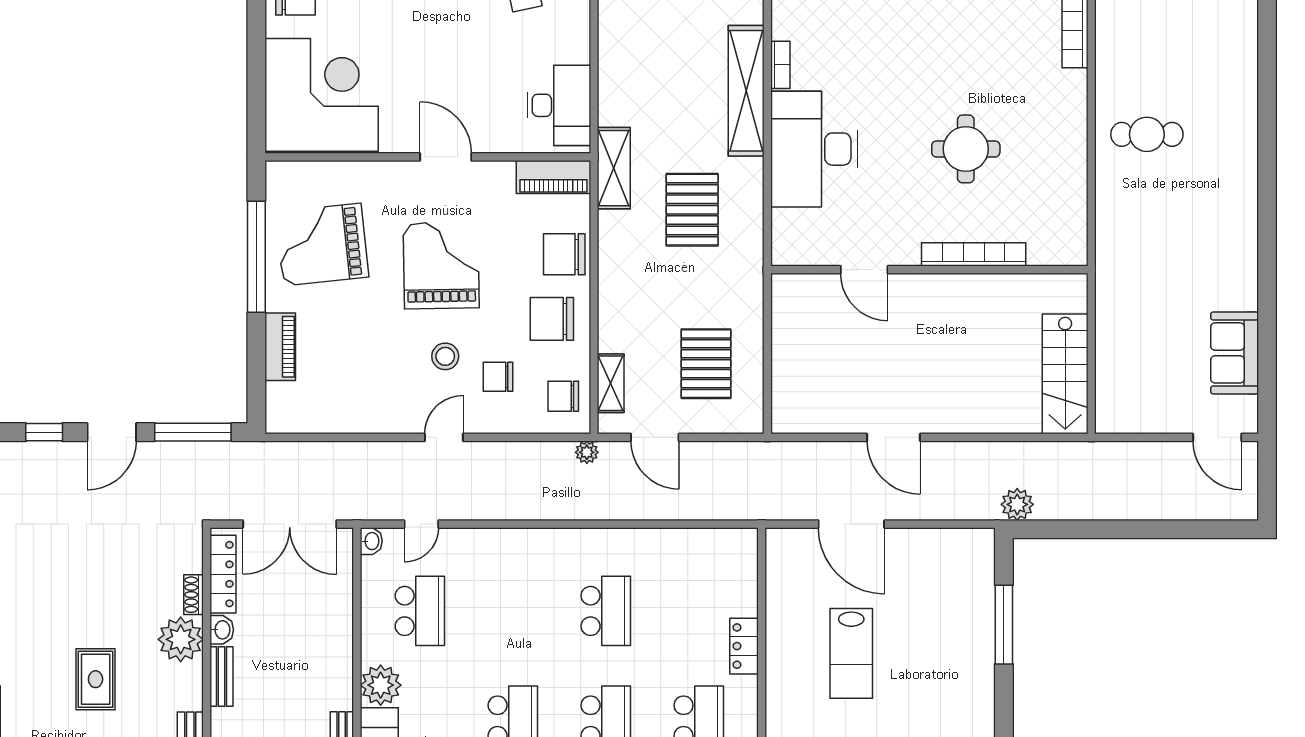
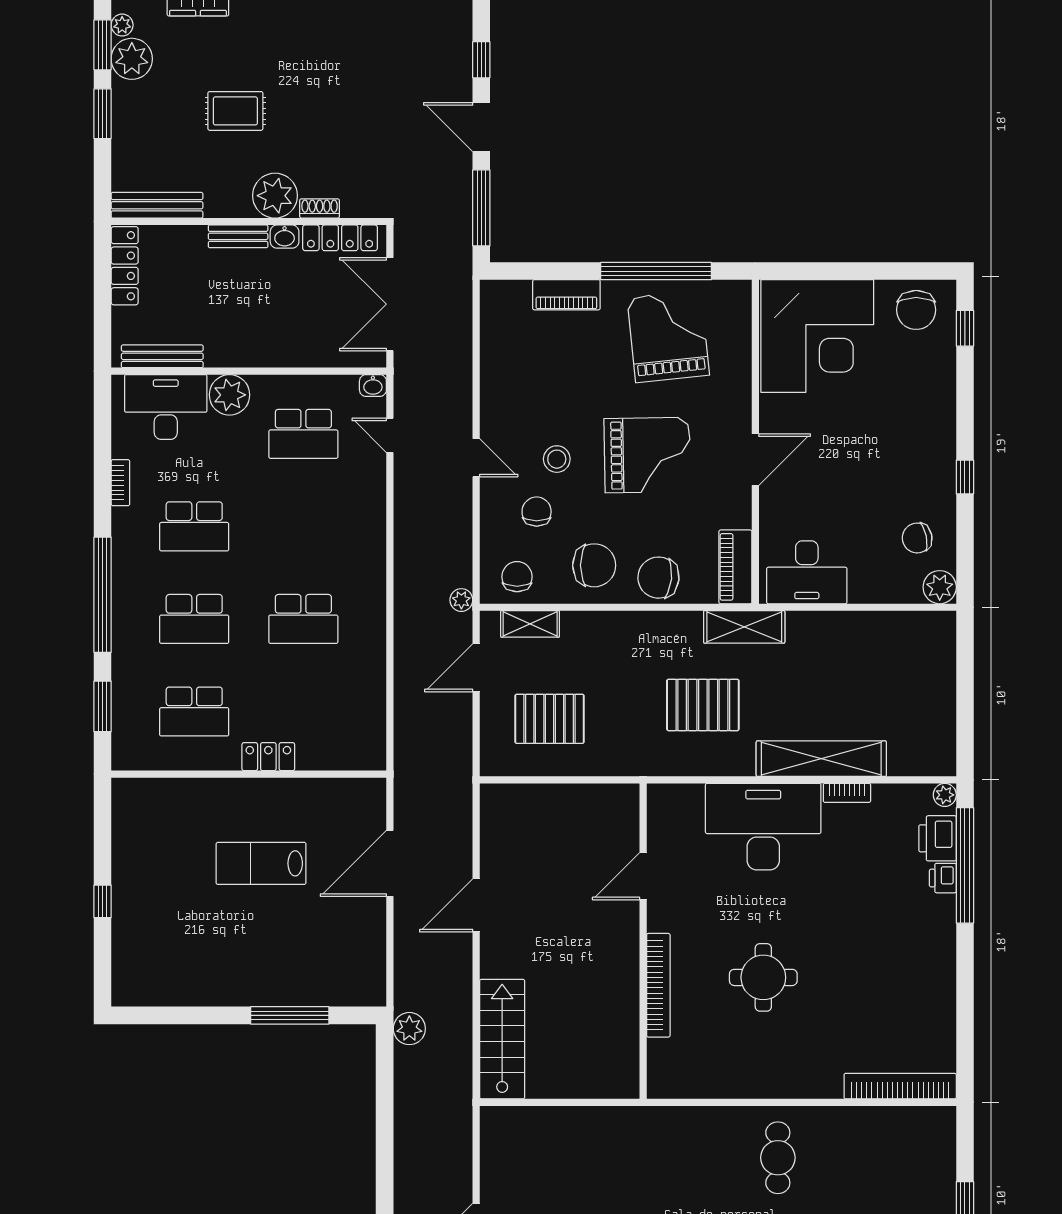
chair: (564, 254) -> (658, 578), turned -84
chair: (552, 319) -> (594, 565), turned 90
stairs: (1065, 374) -> (502, 1039), moved, turned 90

